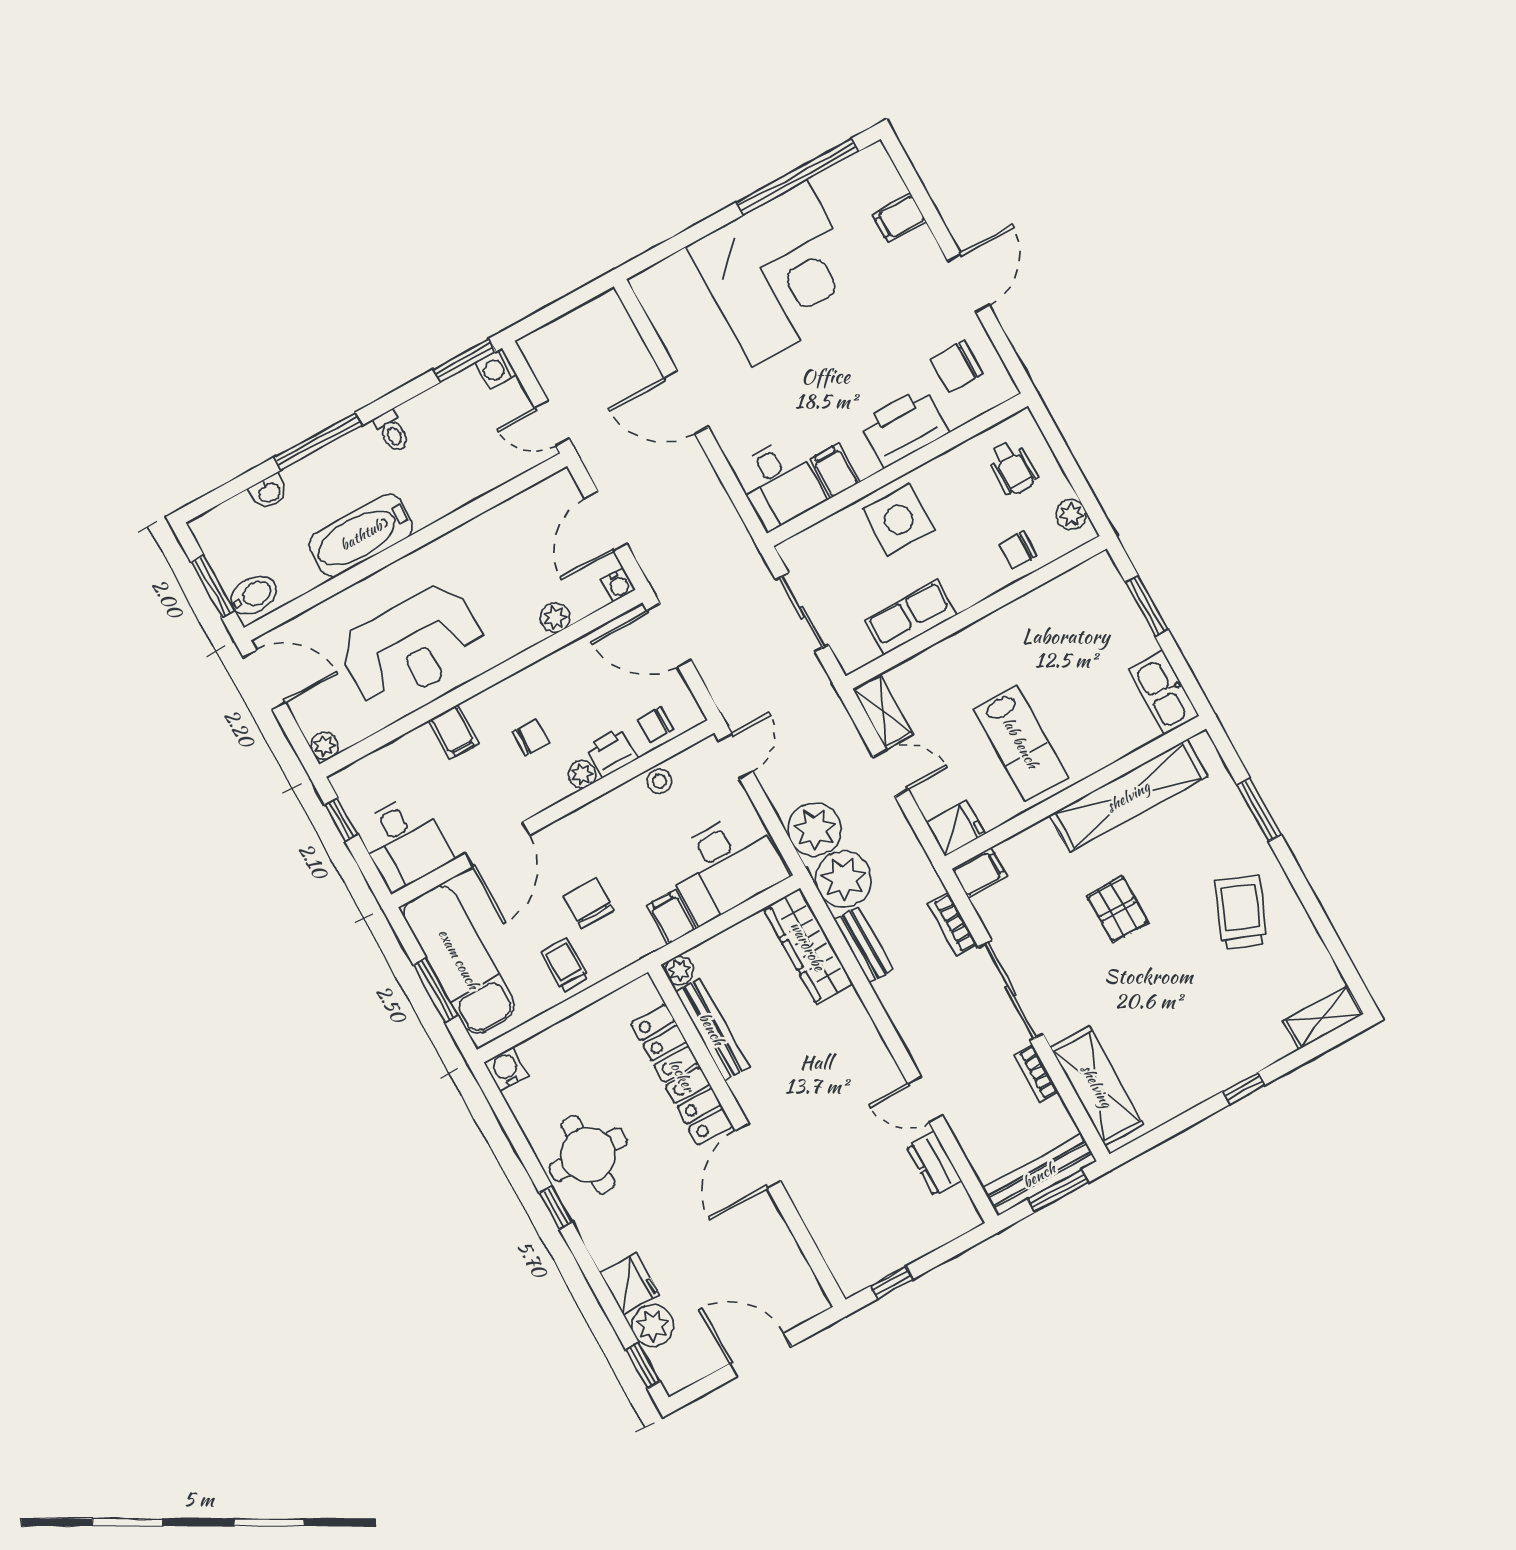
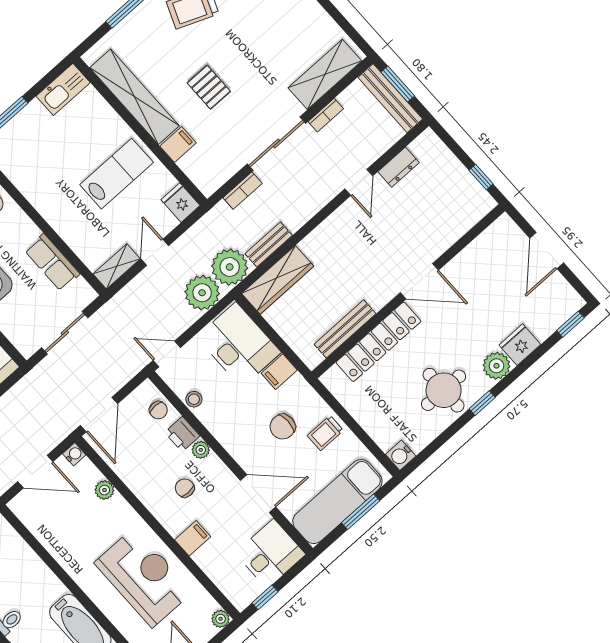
filing cabinet: (980, 873) -> (178, 144), moved, turned 90
pallet: (1118, 909) -> (209, 87), turned 90
plant: (680, 970) -> (312, 359), removed
plant: (653, 1326) -> (496, 366), moved

